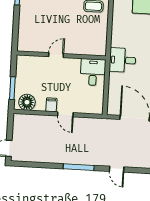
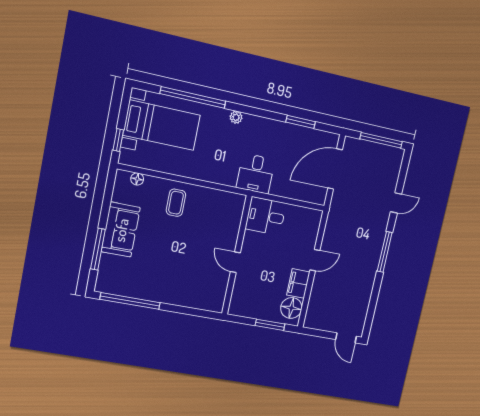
filing cabinet: (51, 105) -> (298, 283), width x2.00

